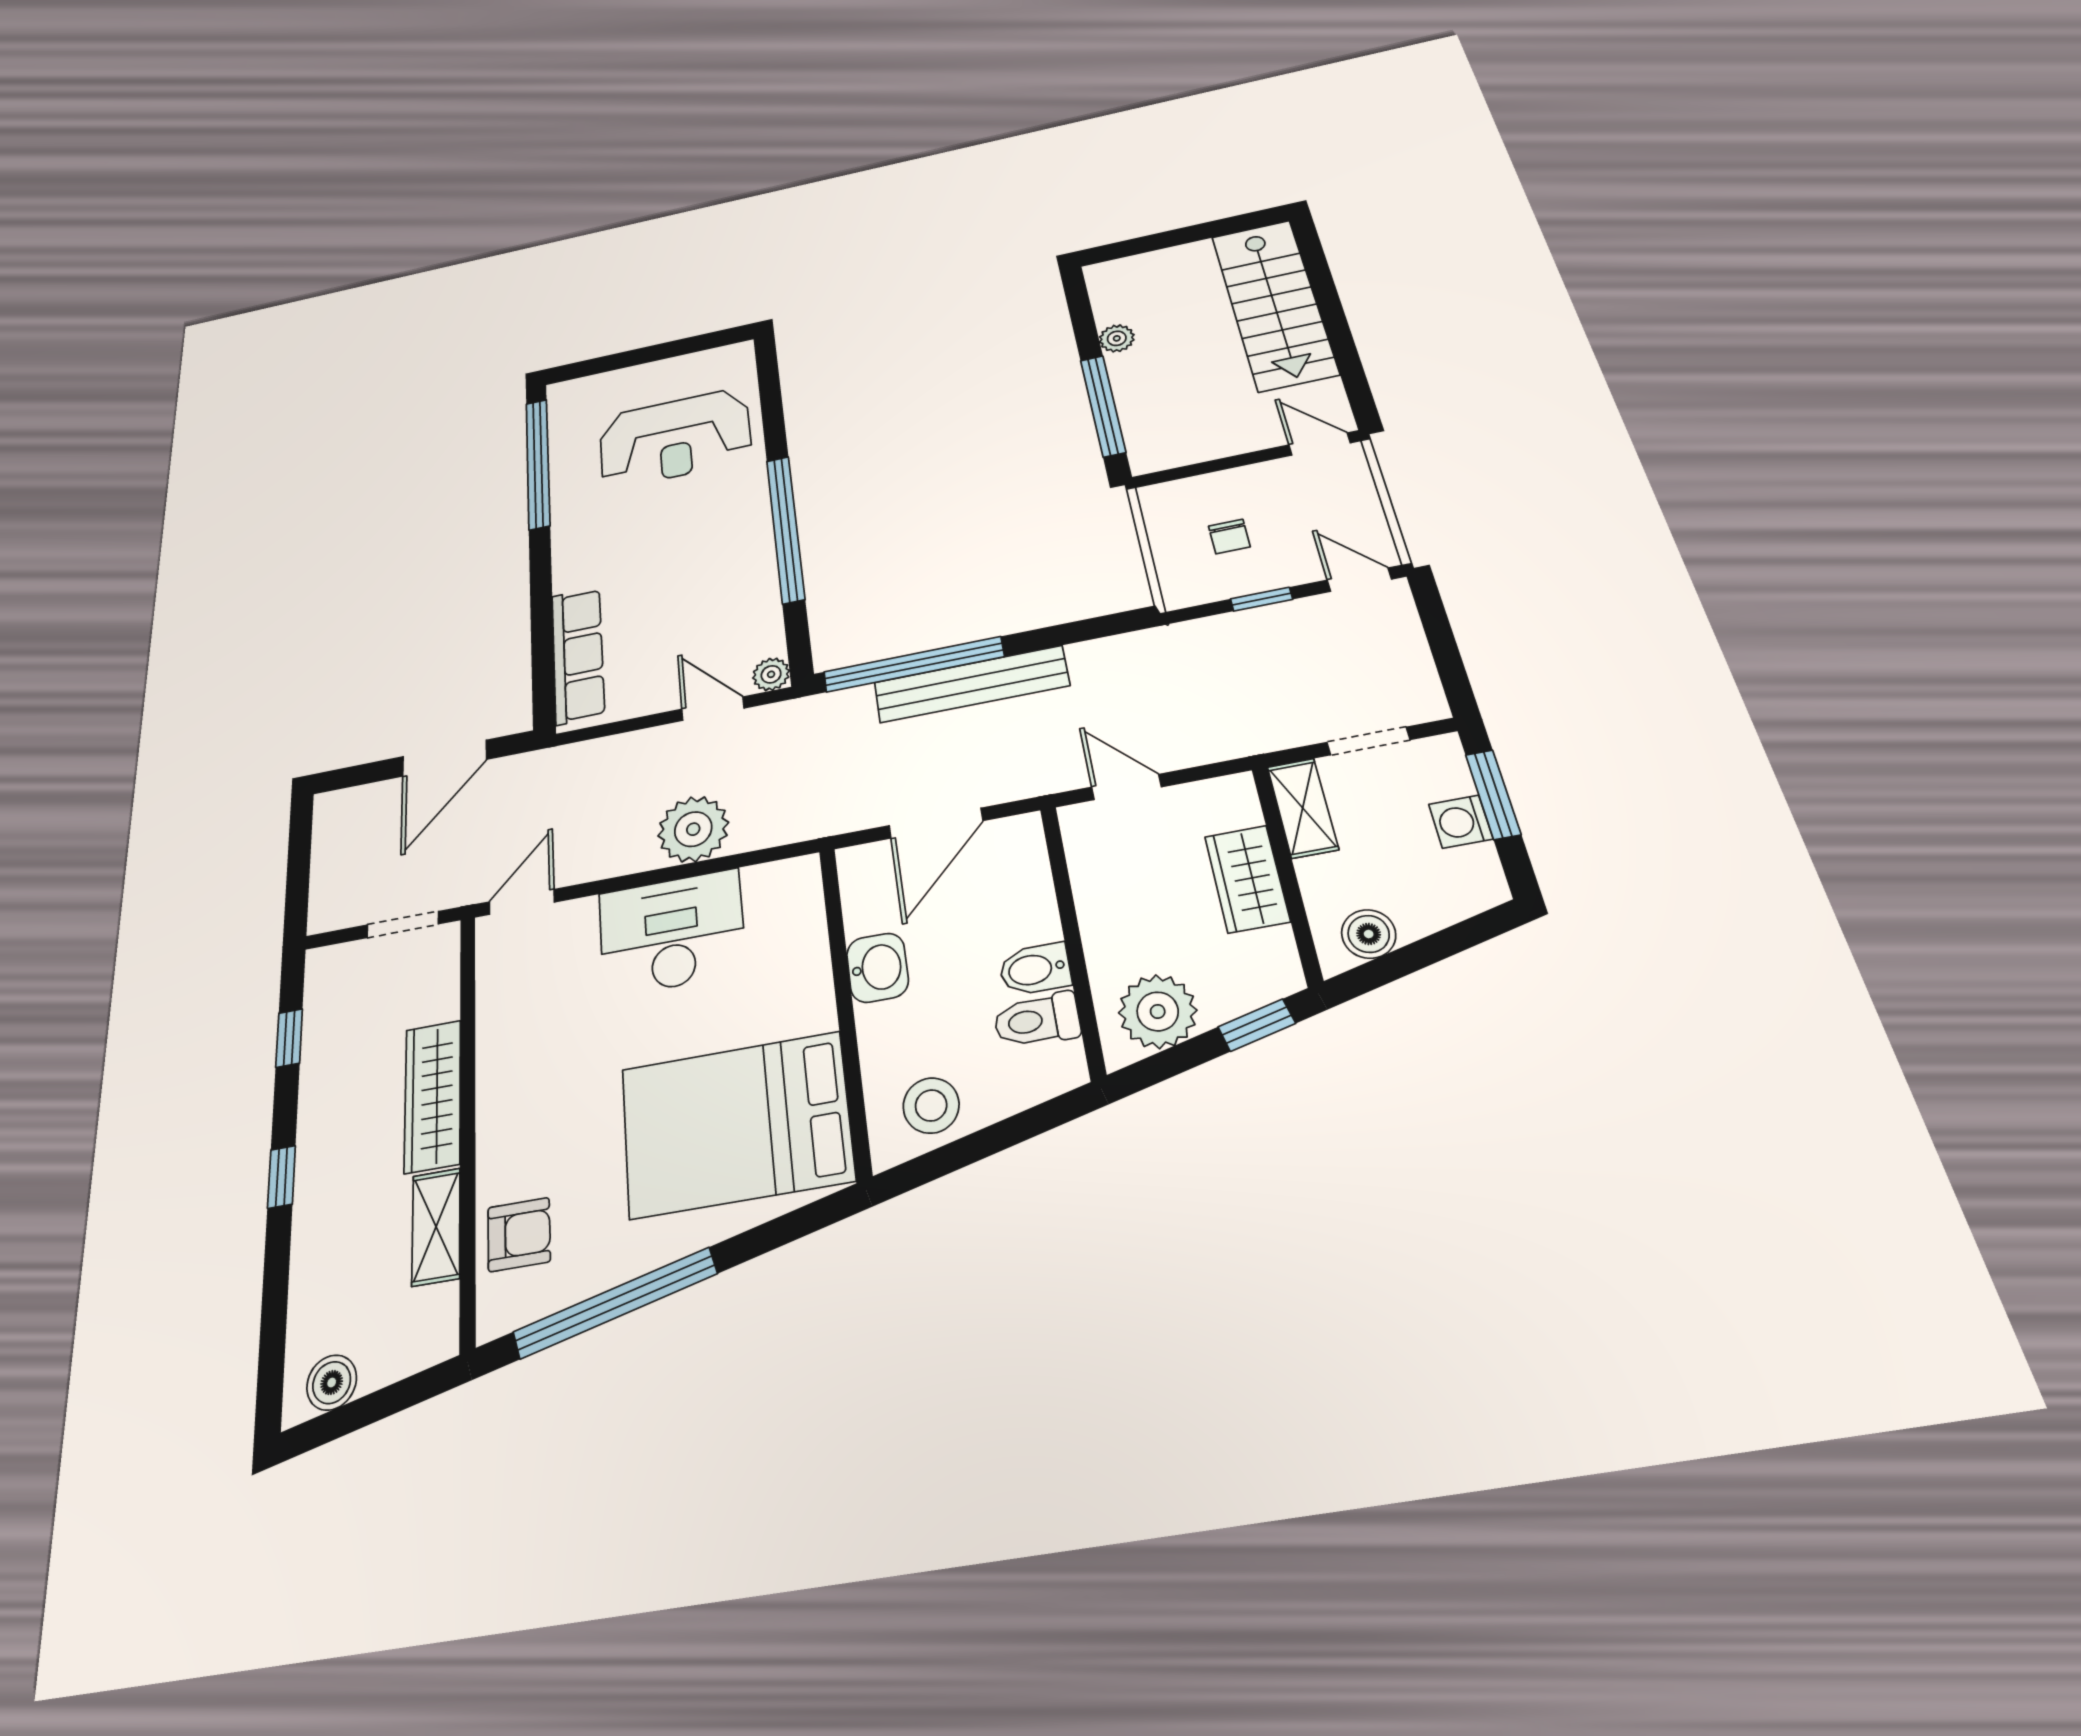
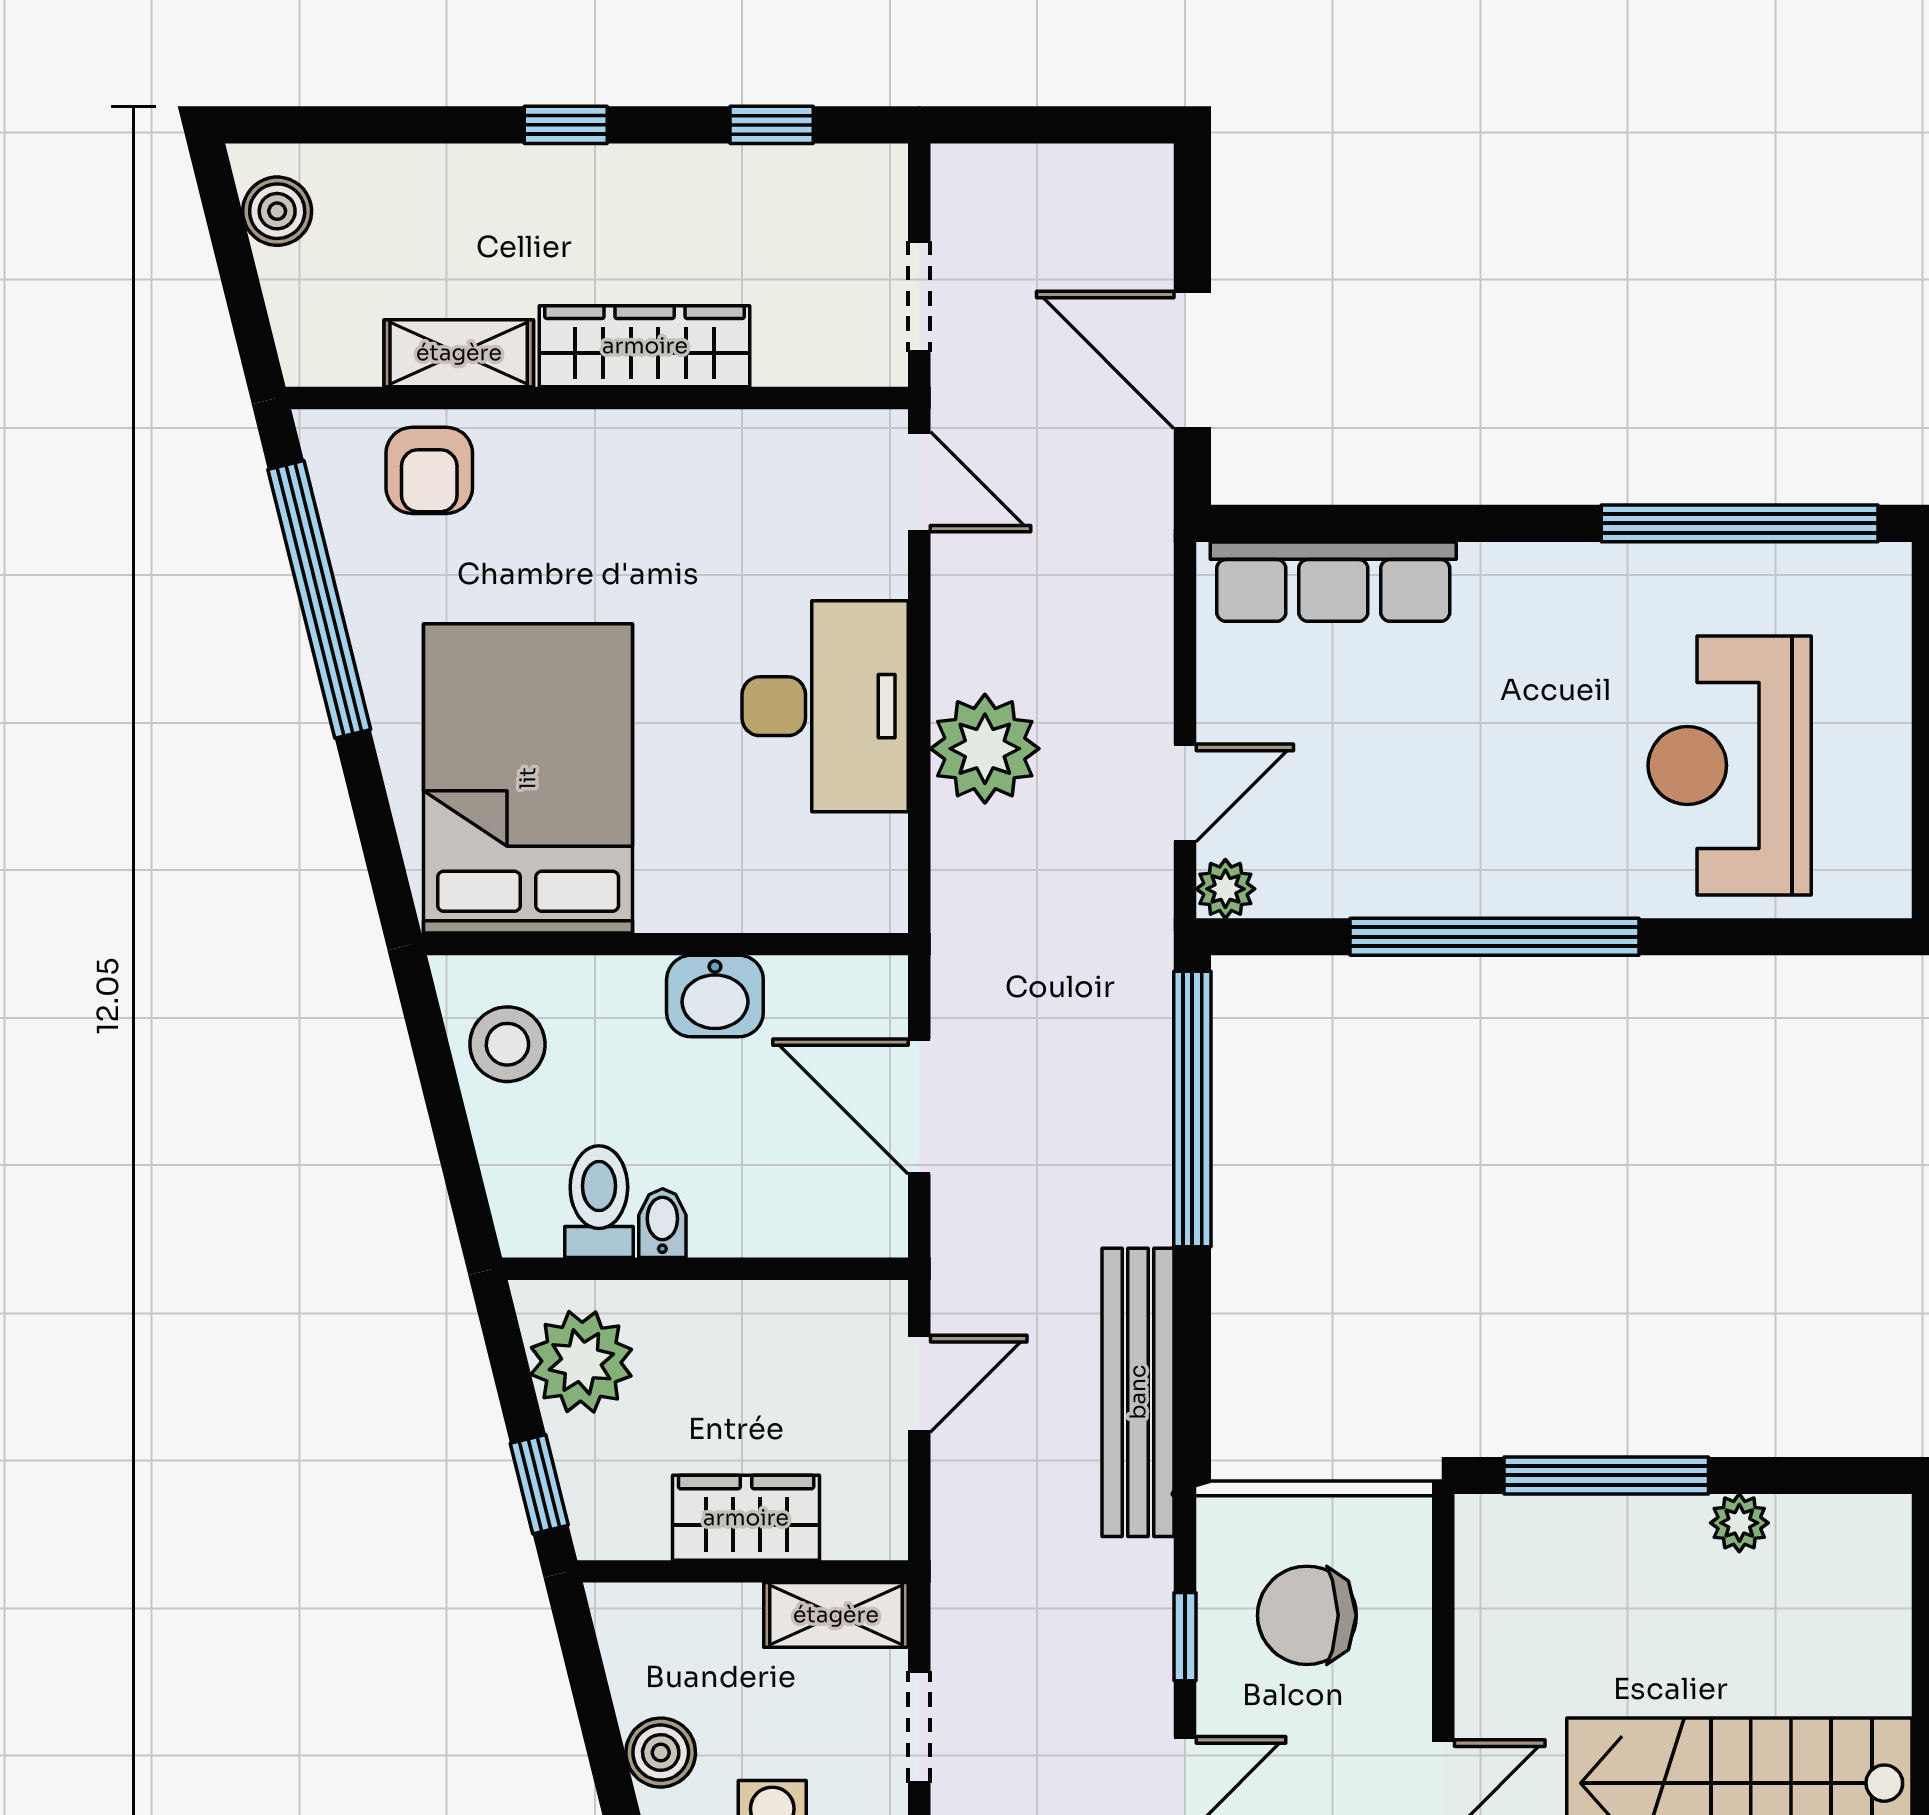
chair: (1229, 536) -> (1307, 1615), width x1.87, depth x1.87
bench: (971, 684) -> (1138, 1392), moved
boiler: (1369, 934) -> (661, 1753), moved
bidet: (1035, 969) -> (662, 1223), width x0.72, depth x0.74

